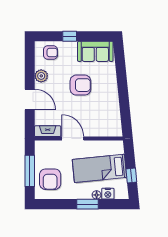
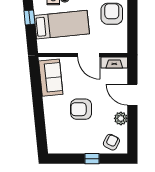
sofa: (95, 51) -> (51, 78), moved, turned 84
armchair: (50, 52) -> (111, 142), turned 116
window: (30, 171) -> (132, 22), removed

